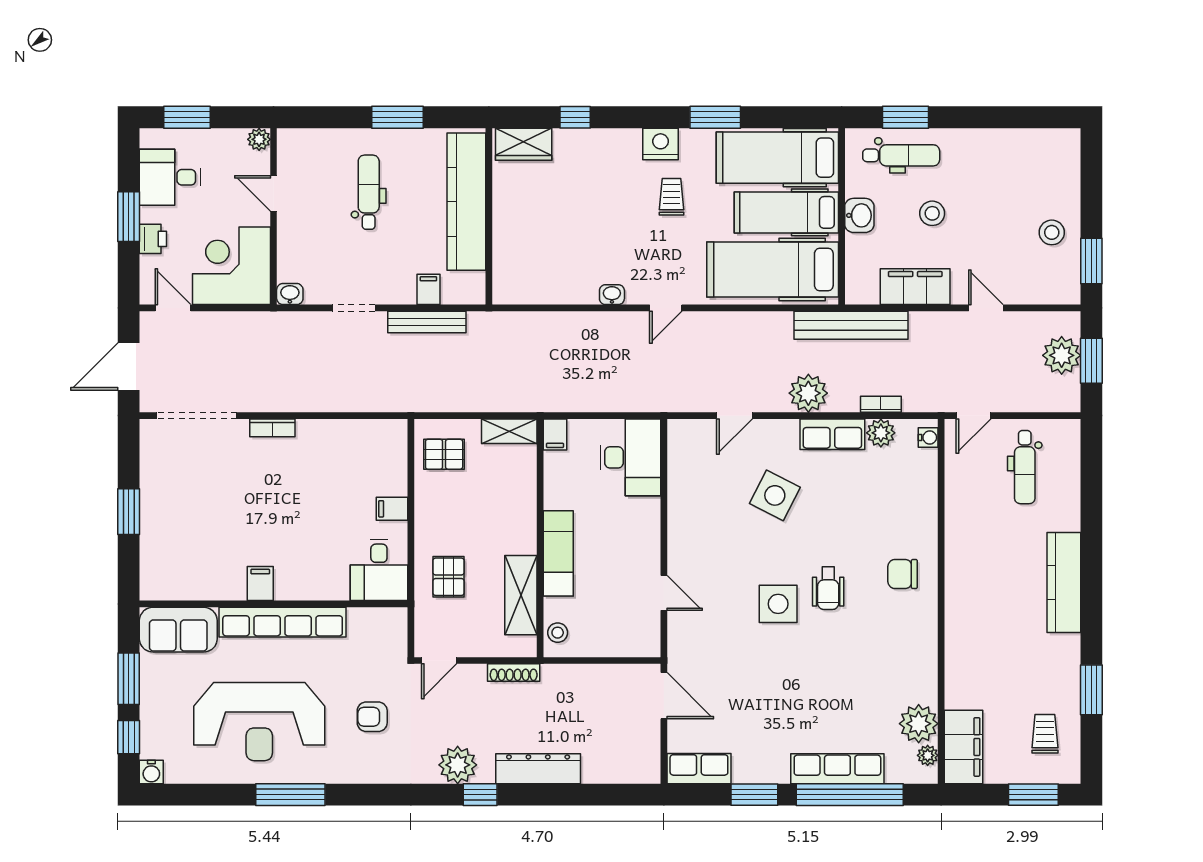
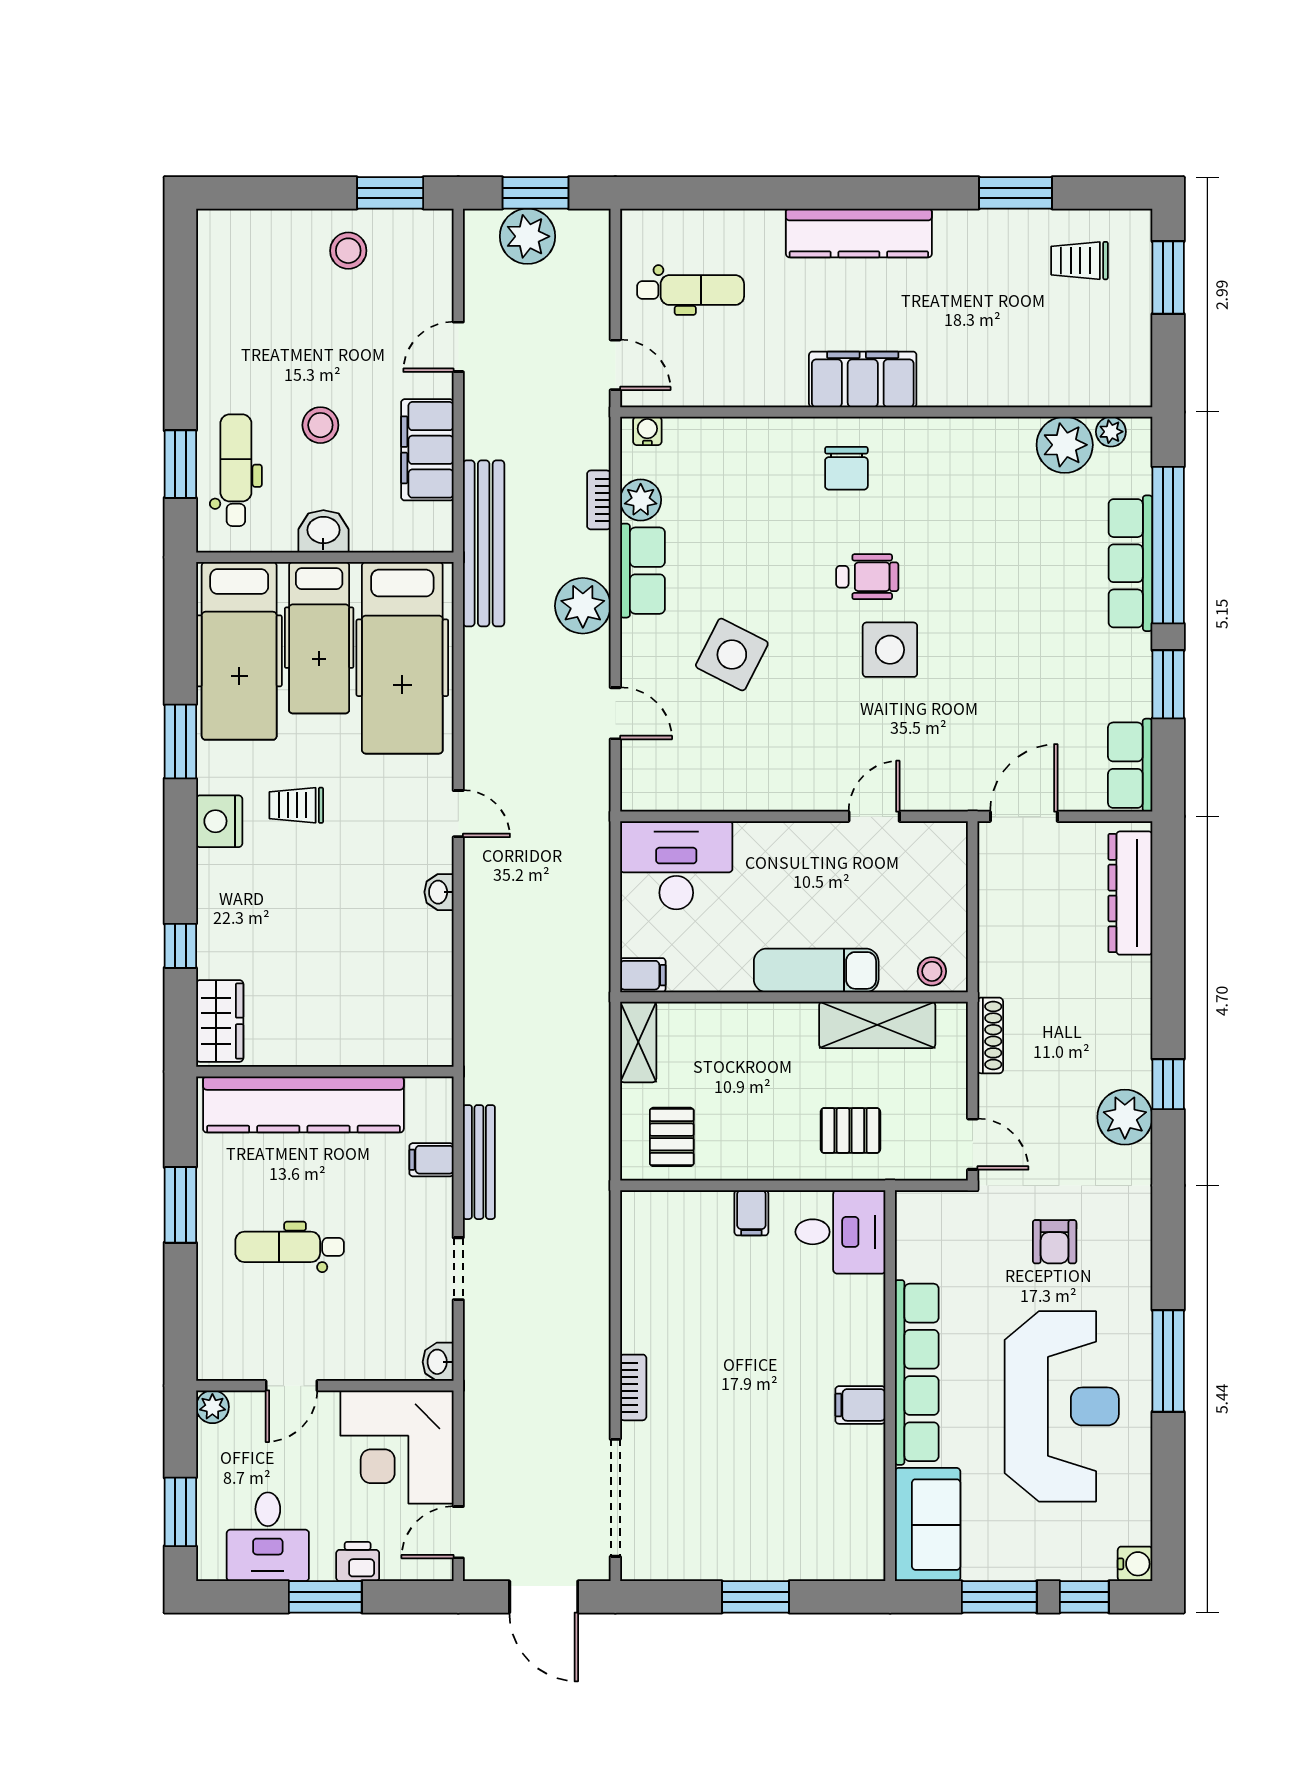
filing cabinet: (963, 747) -> (863, 379), moved
dresser: (538, 769) -> (1130, 893), moved

